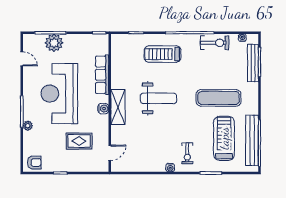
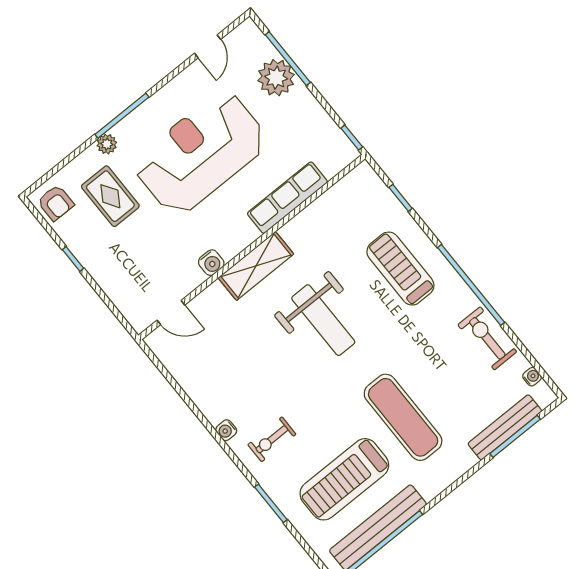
exercise bike: (215, 43) -> (487, 338), turned 180
water cooler: (103, 109) -> (211, 263), moved
treadmill: (224, 138) -> (344, 479), turned 180
rug: (79, 141) -> (110, 196), moved

